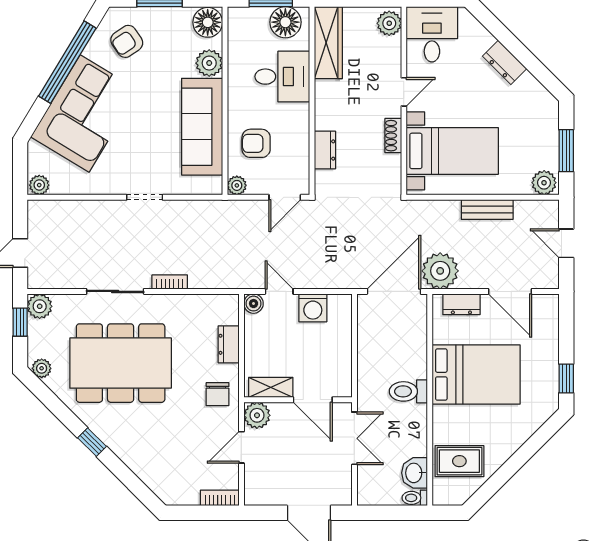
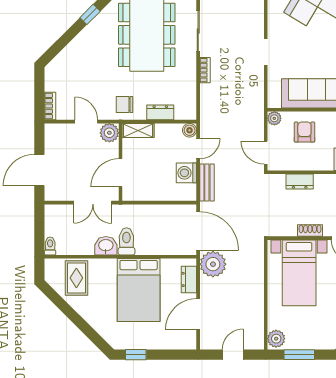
bench: (487, 210) -> (207, 182), moved
shelving: (271, 387) -> (138, 130), moved, turned 90
washbasin: (414, 473) -> (106, 246), moved

